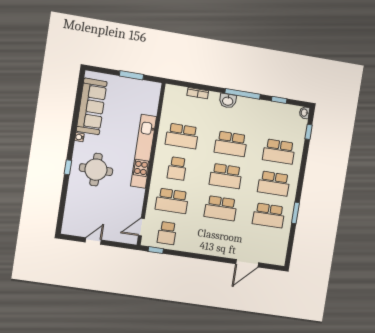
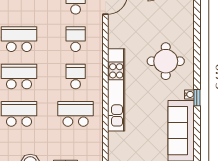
window: (68, 167) -> (197, 98), moved
school desk: (172, 201) -> (76, 39), width x0.54

